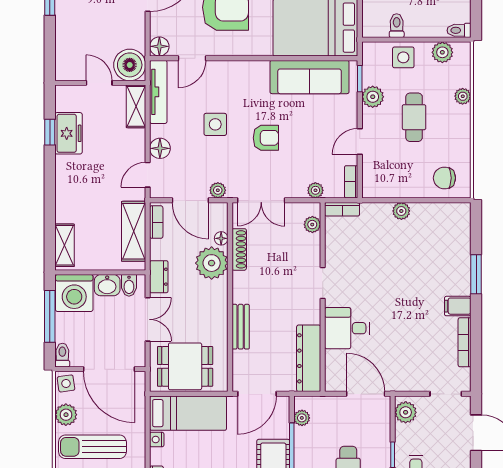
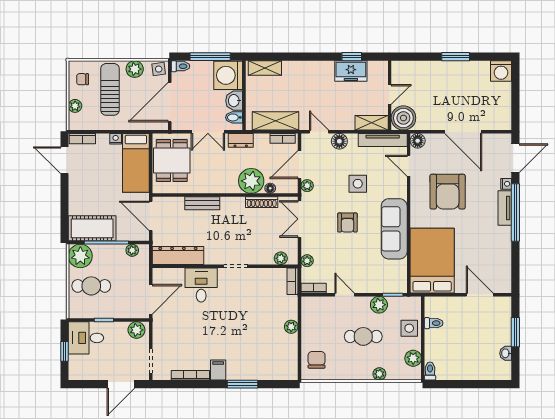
sofa: (310, 77) -> (394, 229), moved

